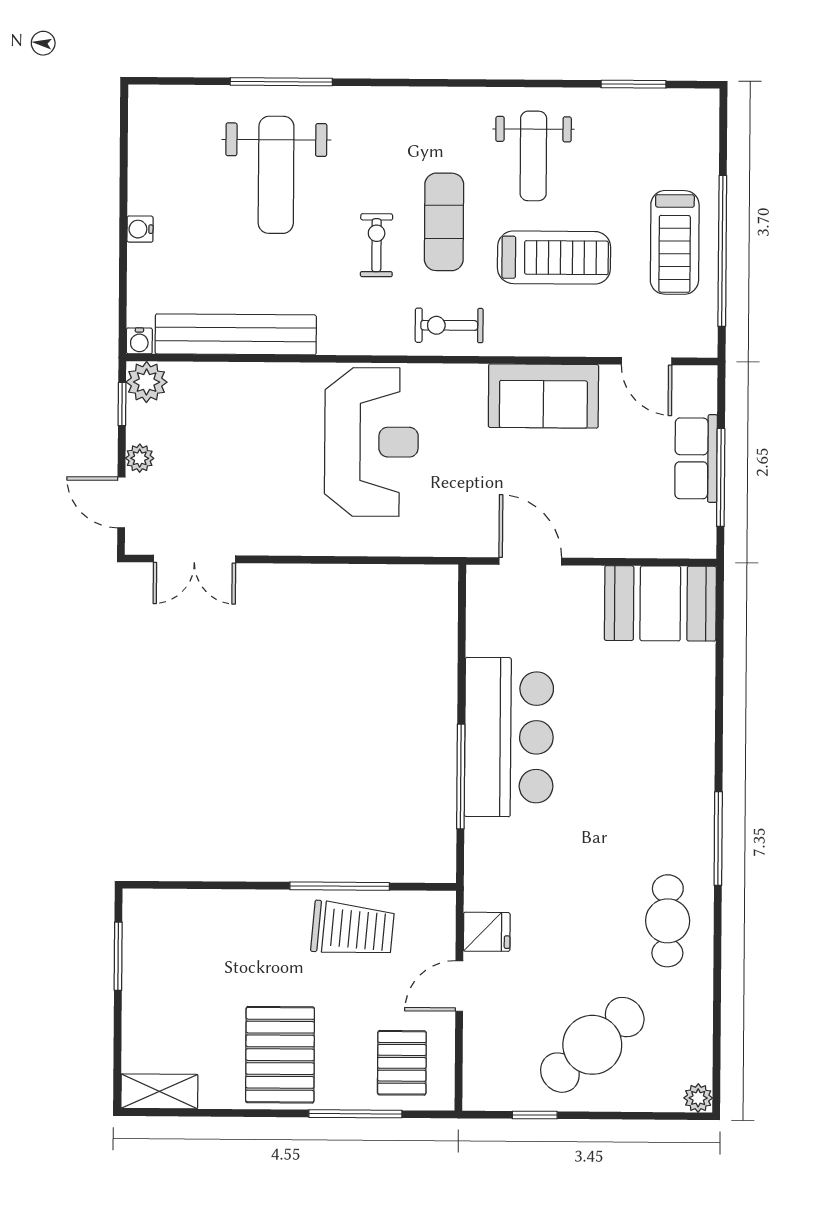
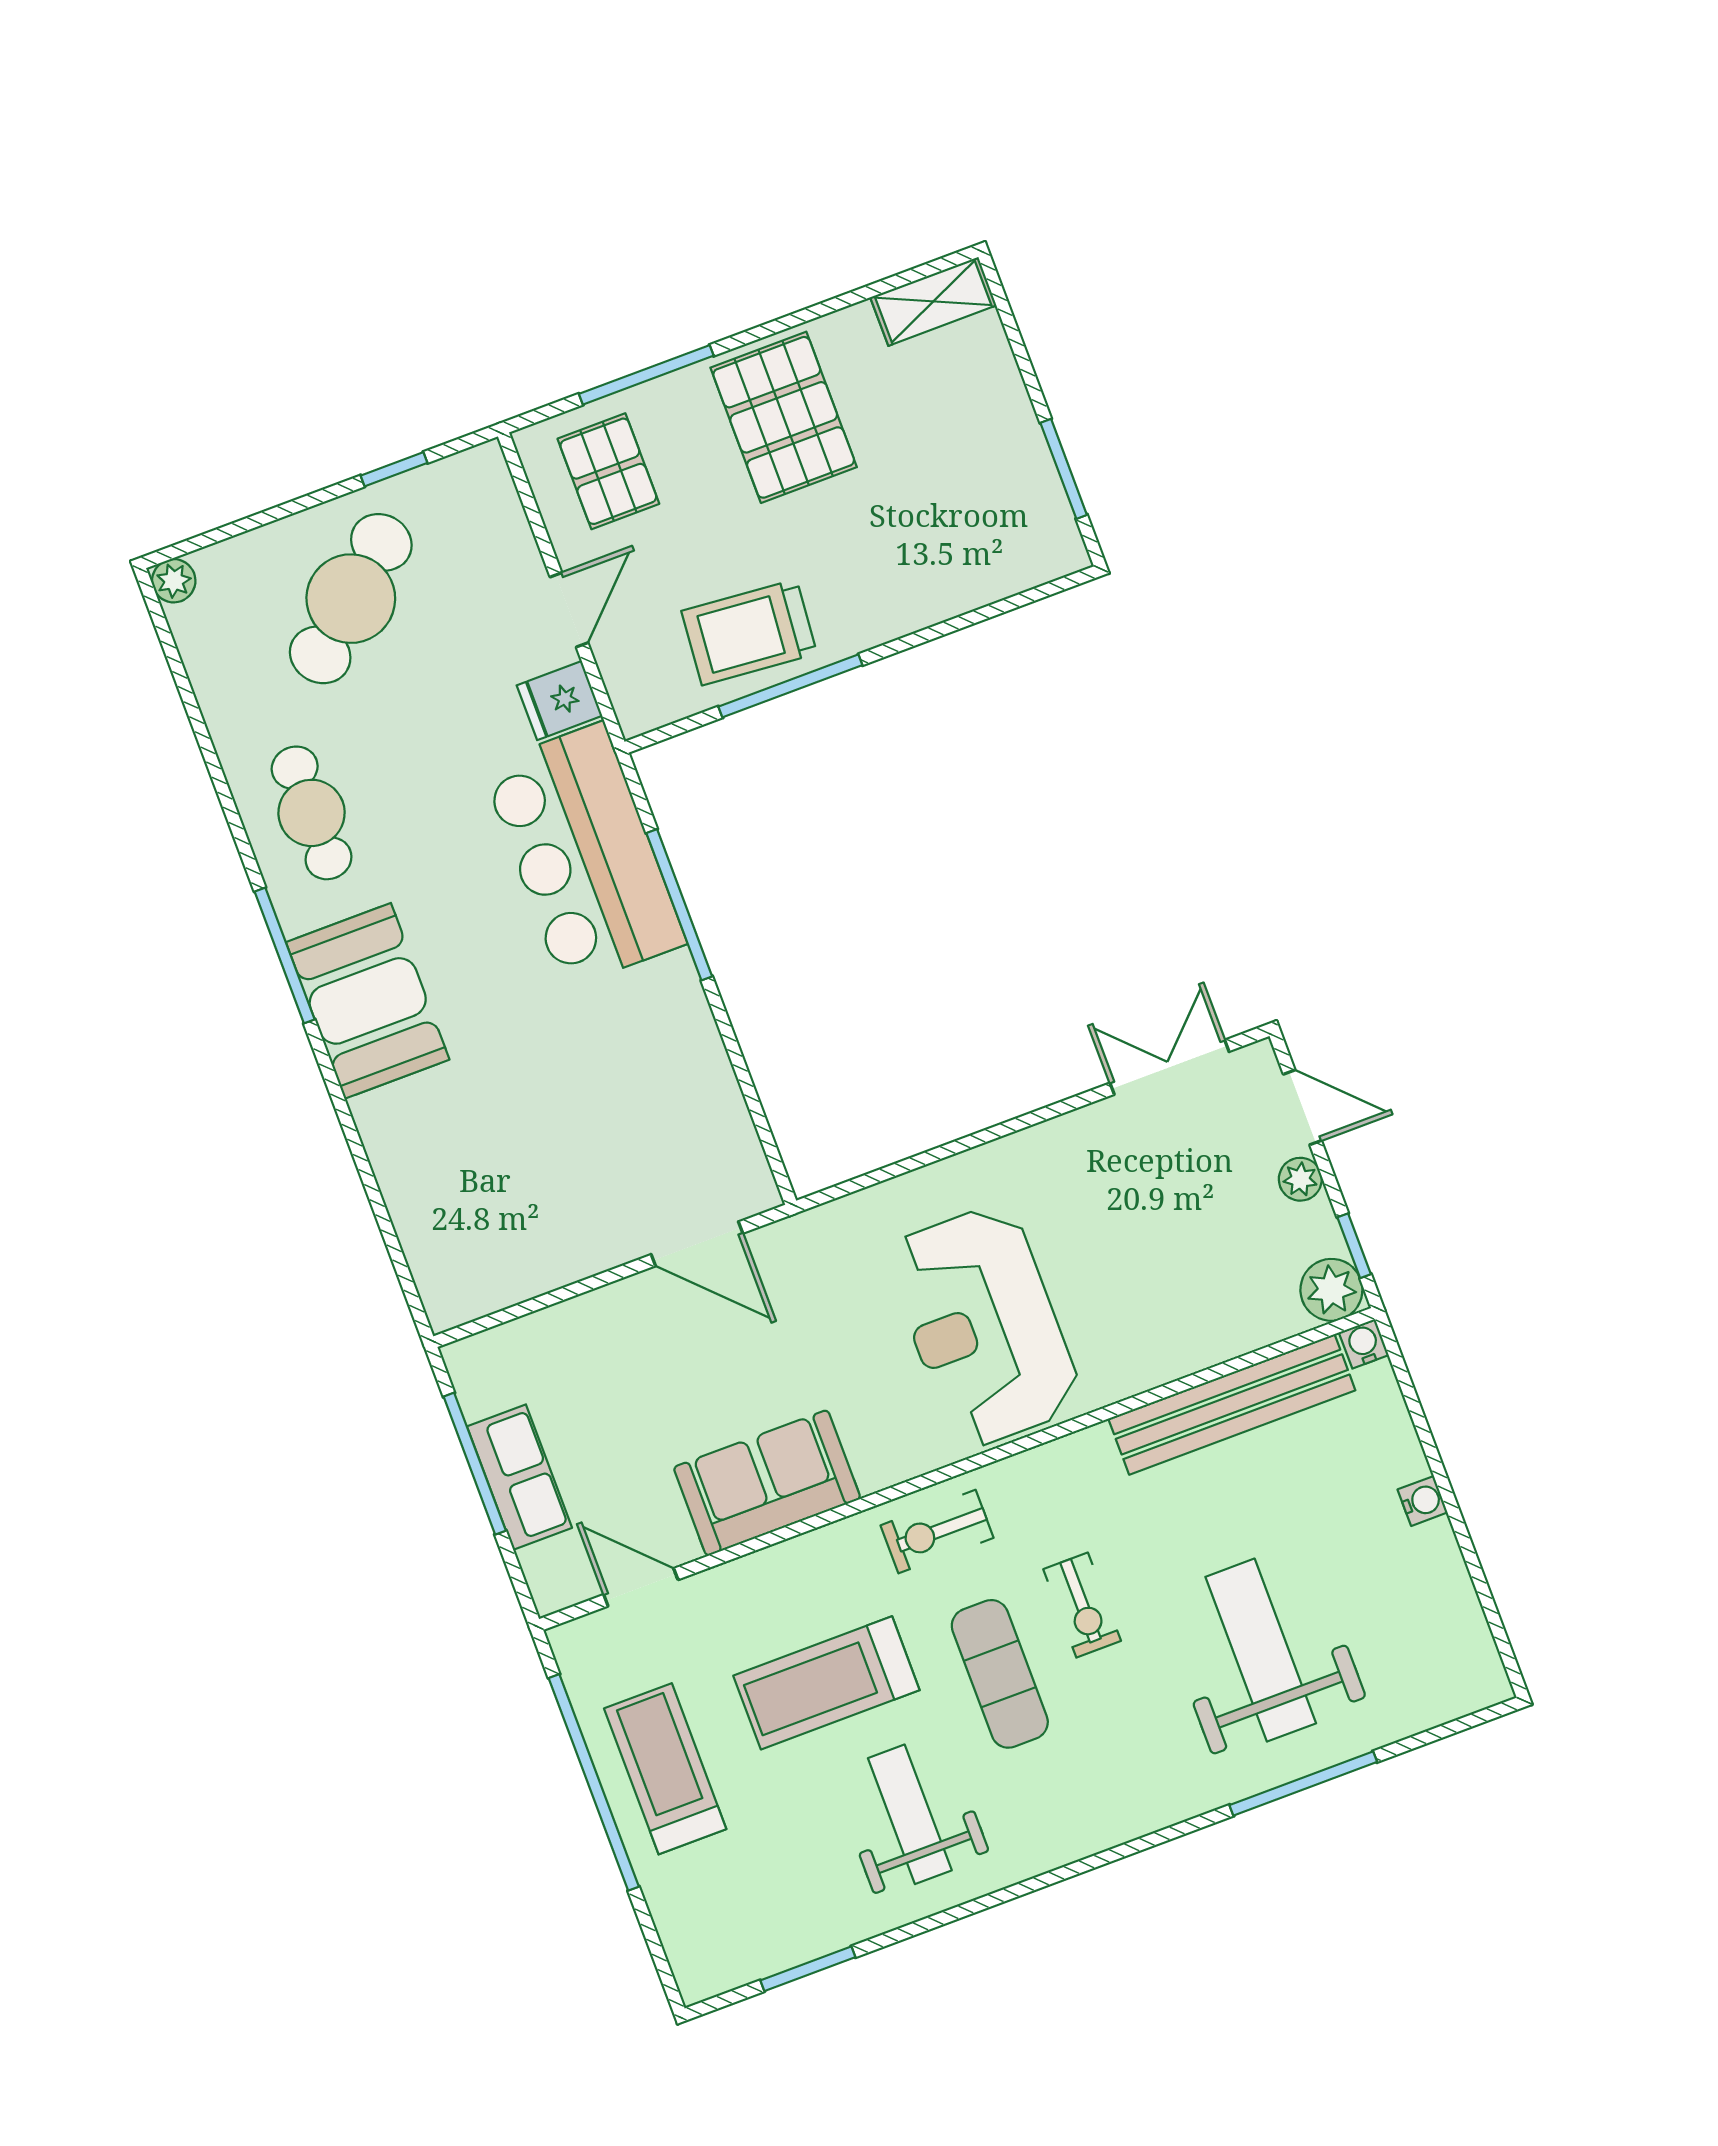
exercise bike: (449, 325) -> (937, 1532), turned 180
booth: (660, 603) -> (368, 1001), moved, turned 90
bar counter: (509, 737) -> (584, 855), moved

